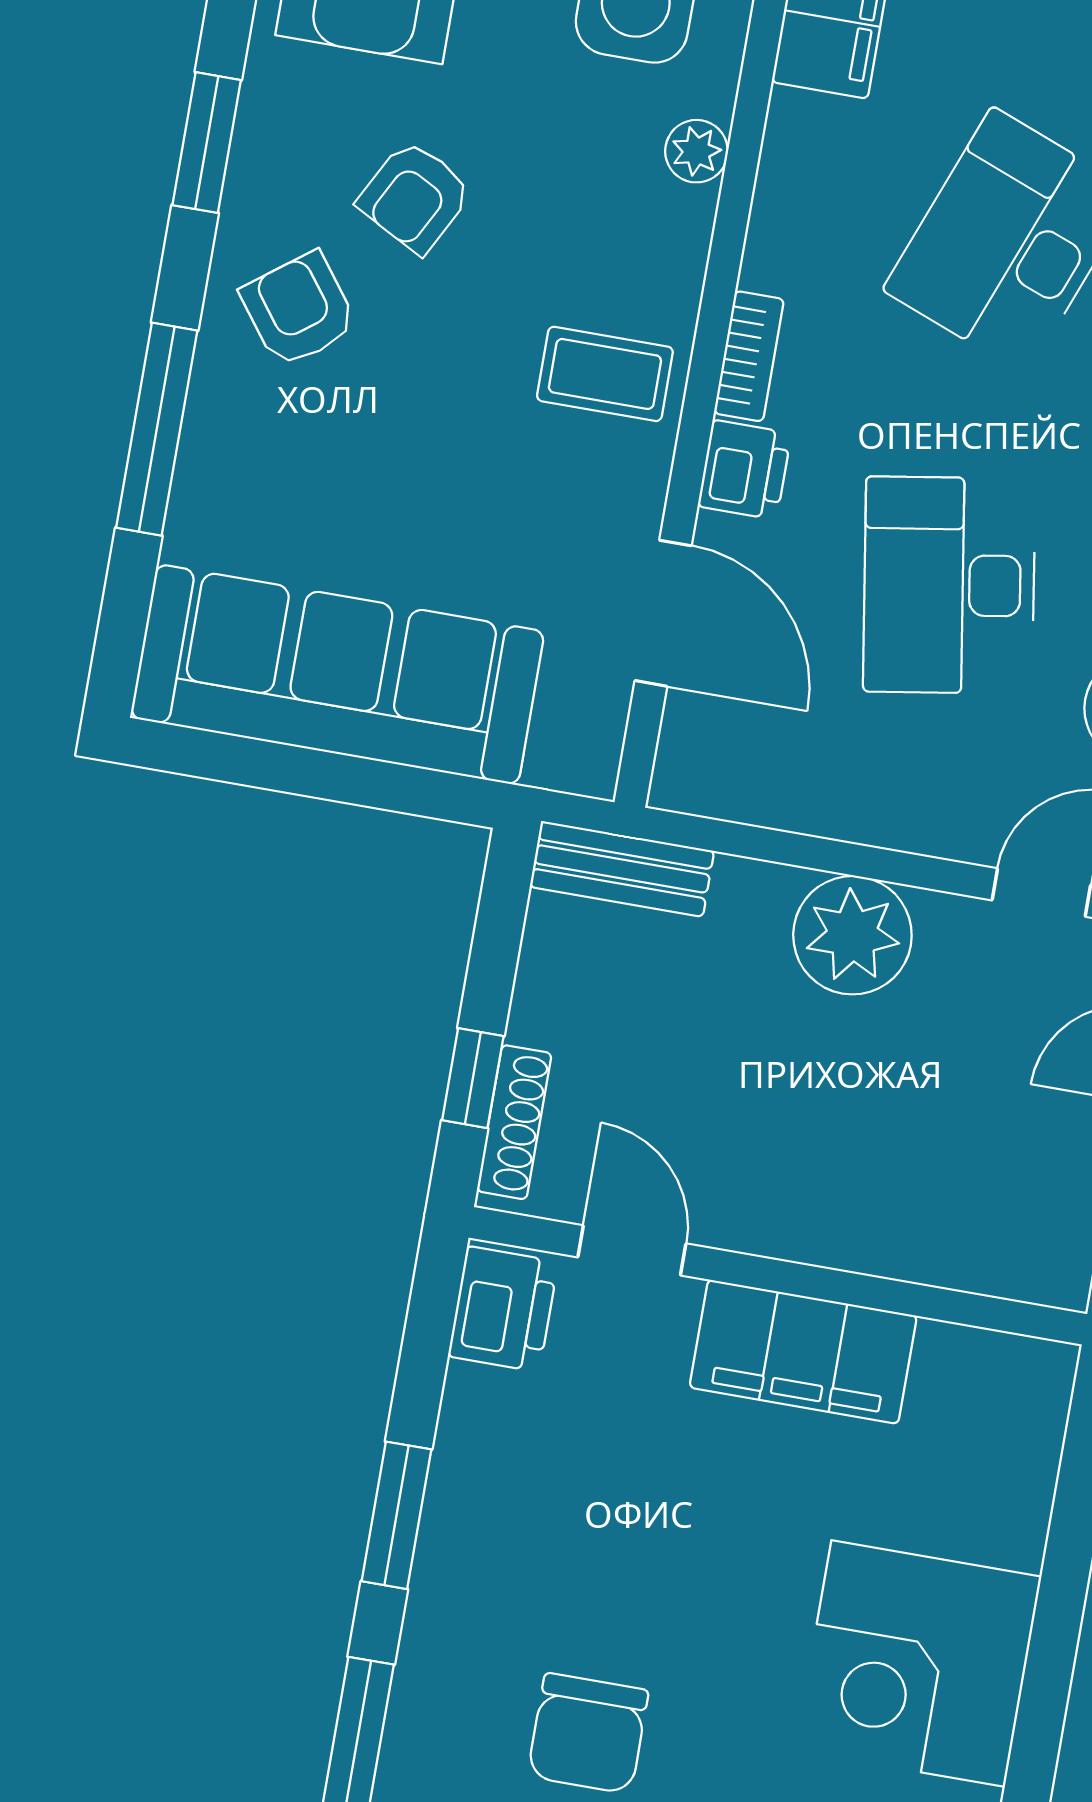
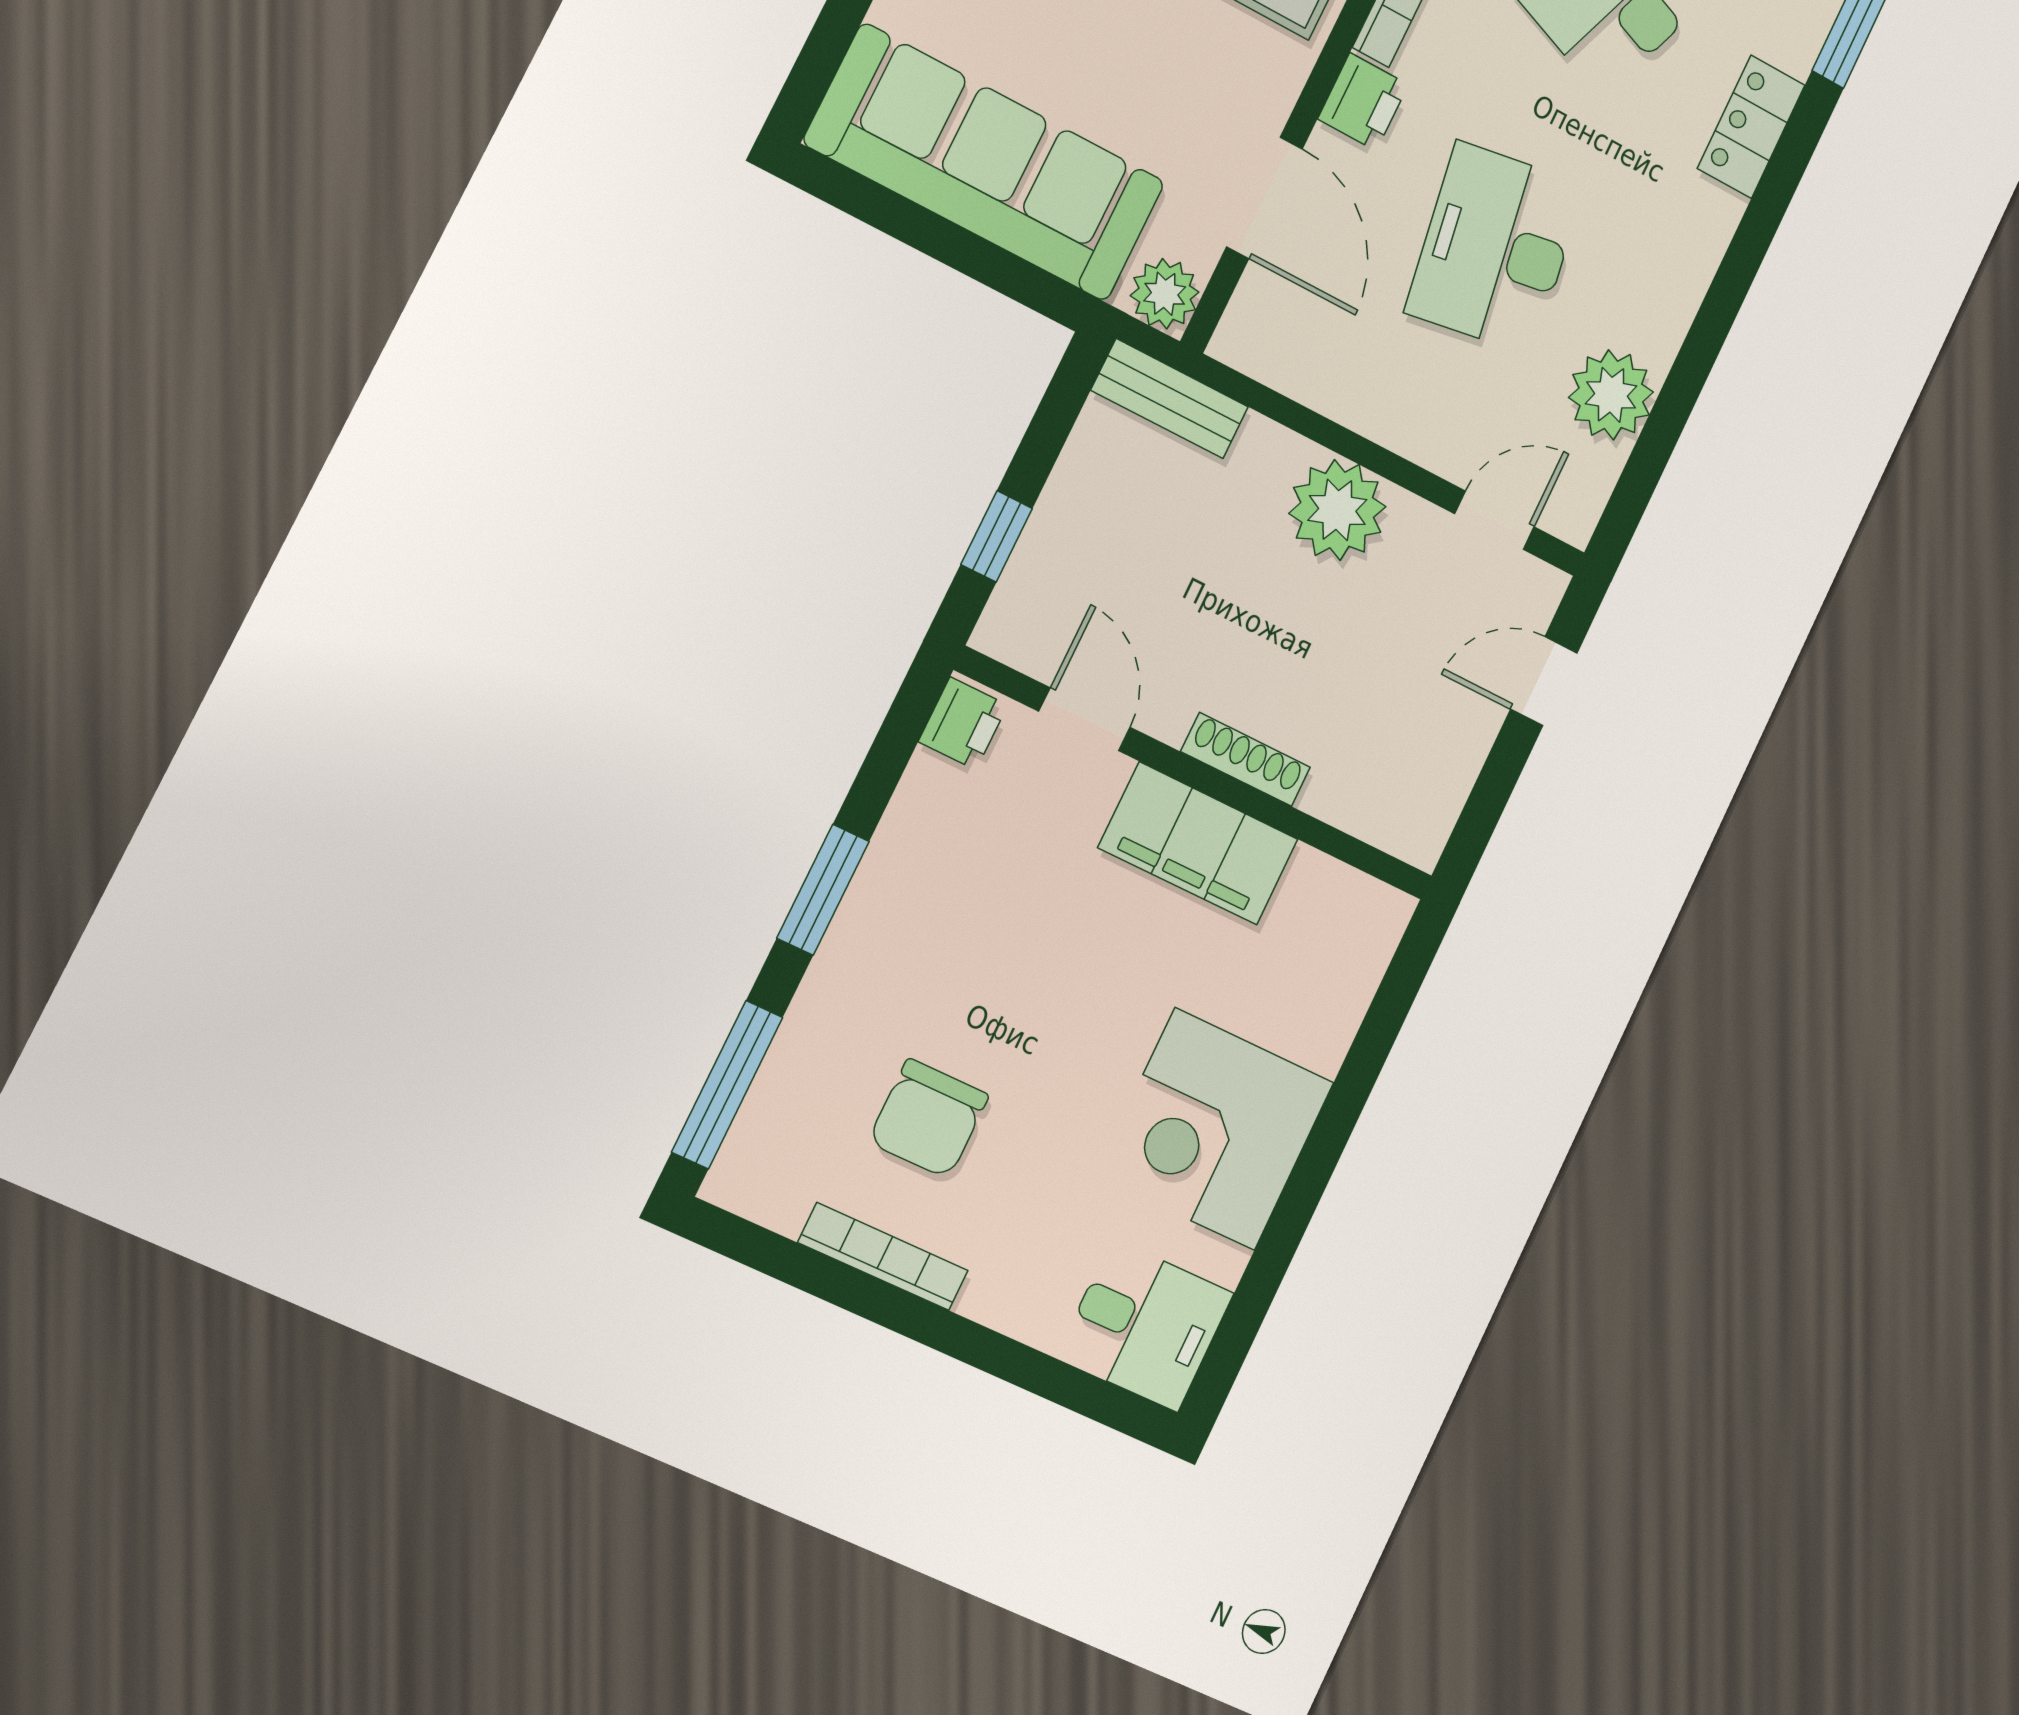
plant: (581, 755) -> (1165, 294), added
shoe rack: (514, 1122) -> (1246, 759), moved, turned -90
printer: (503, 1309) -> (963, 723), width x0.73, depth x0.81

